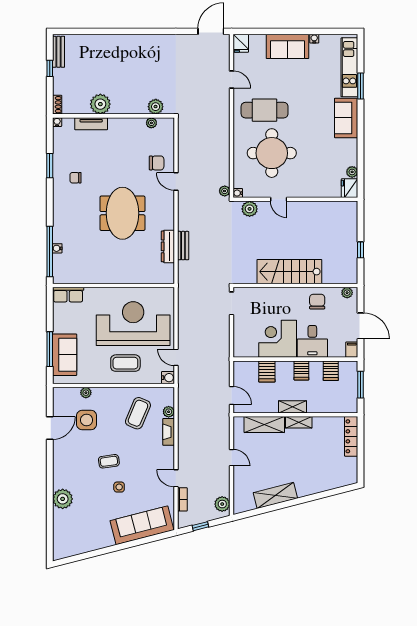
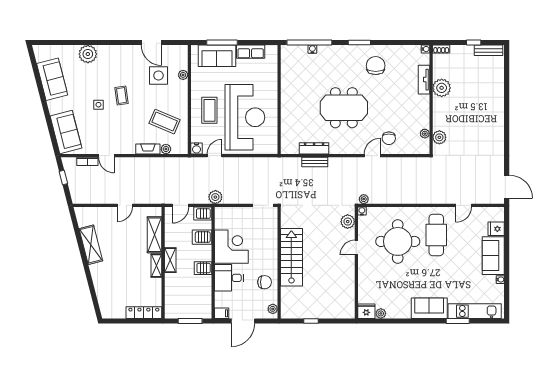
fridge: (241, 43) -> (496, 229), moved
window: (50, 166) -> (359, 42), moved
chair: (75, 178) -> (376, 66), width x1.87, depth x1.87
row of seats: (68, 295) -> (251, 52), moved, turned -90
server rack: (331, 371) -> (203, 214), moved
door: (176, 478) -> (106, 156), swing flipped
plant: (222, 504) -> (215, 197), moved
sofa: (142, 525) -> (66, 132), width x0.73
sofa: (91, 539) -> (52, 79), added

